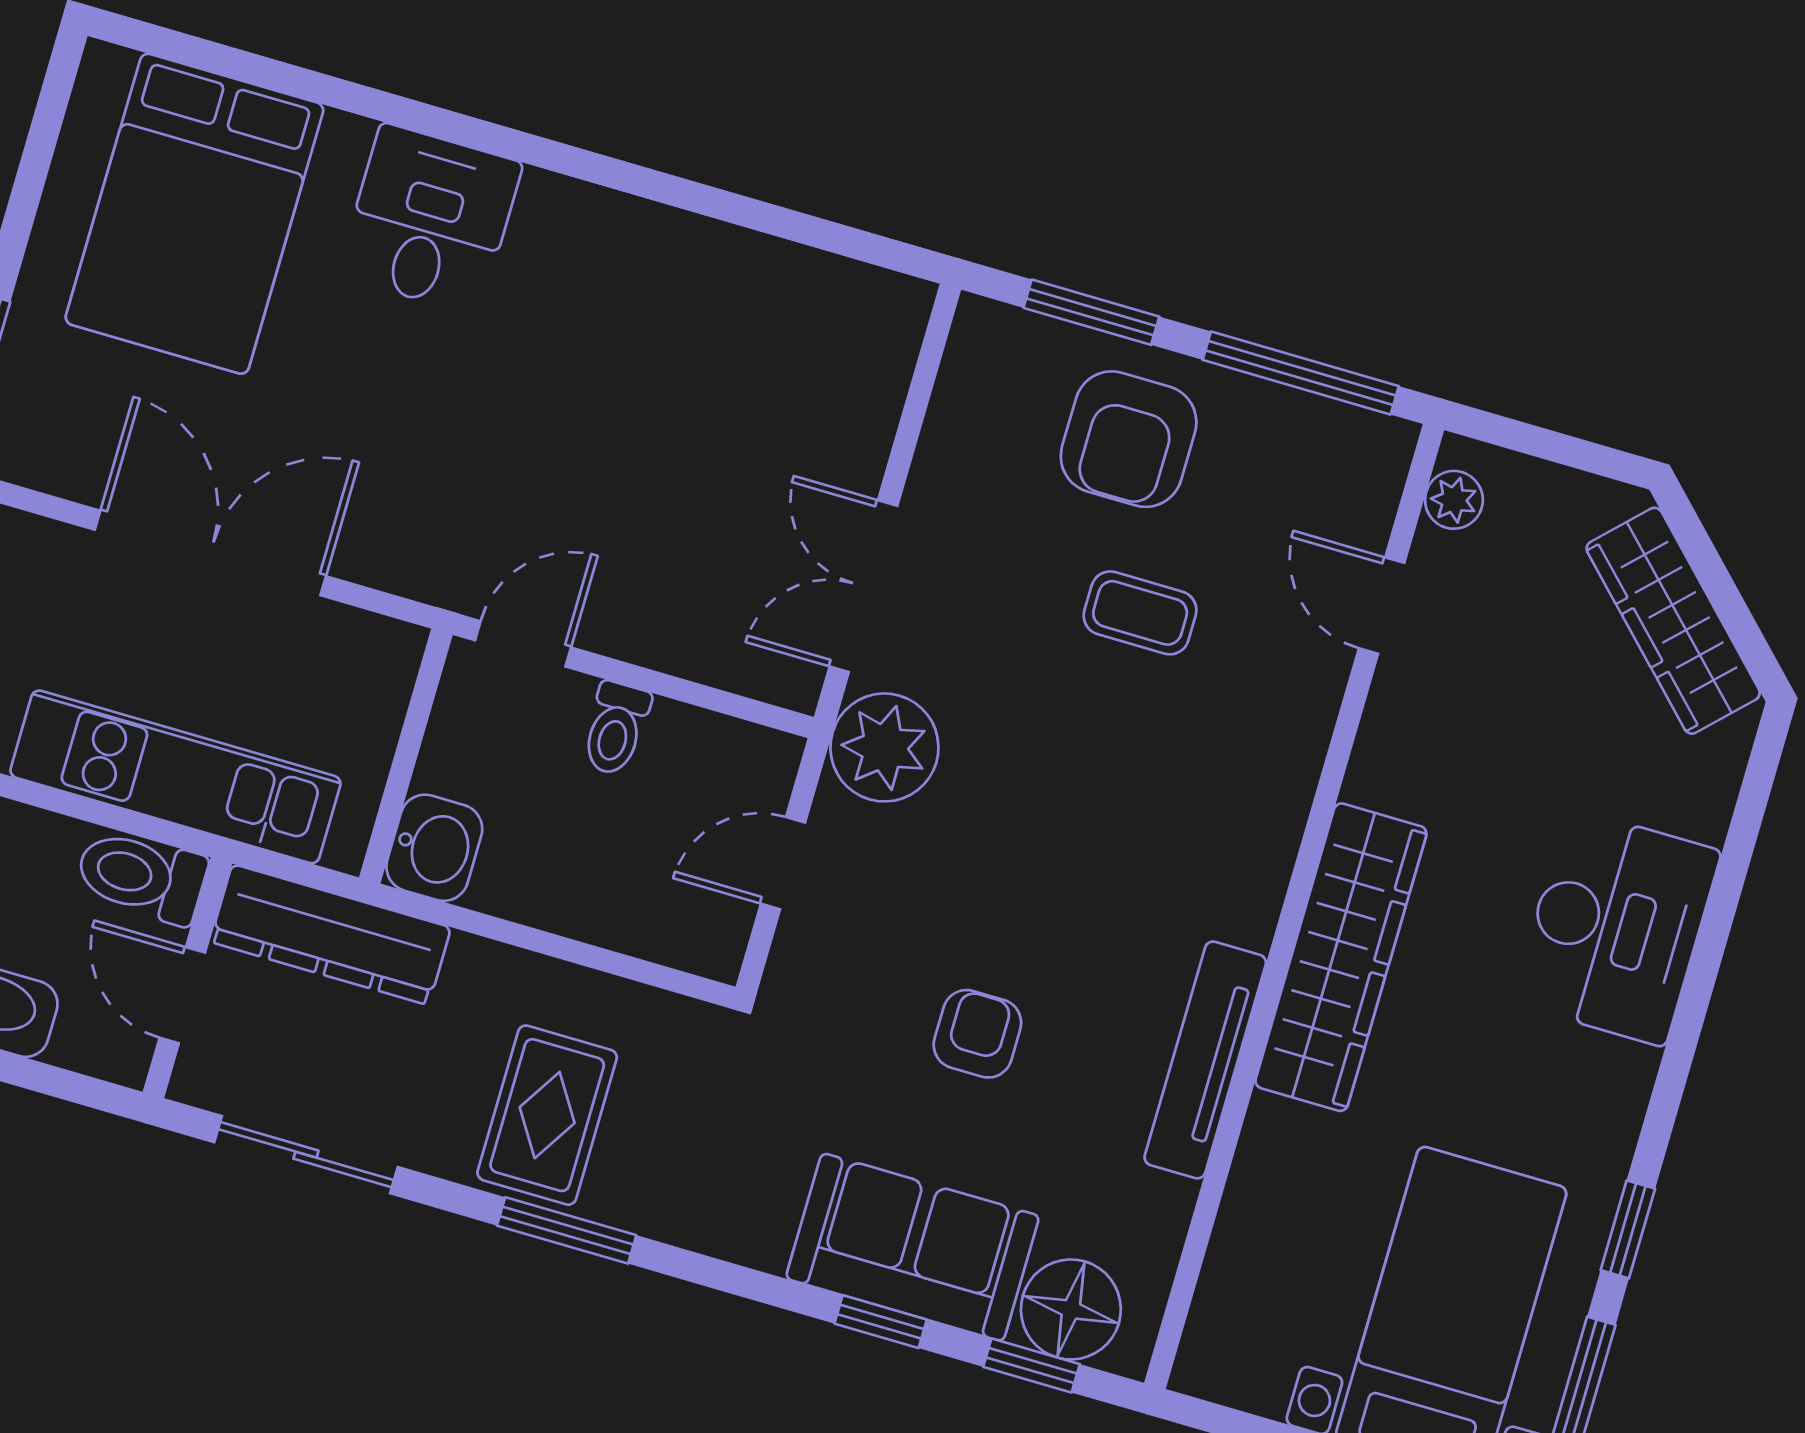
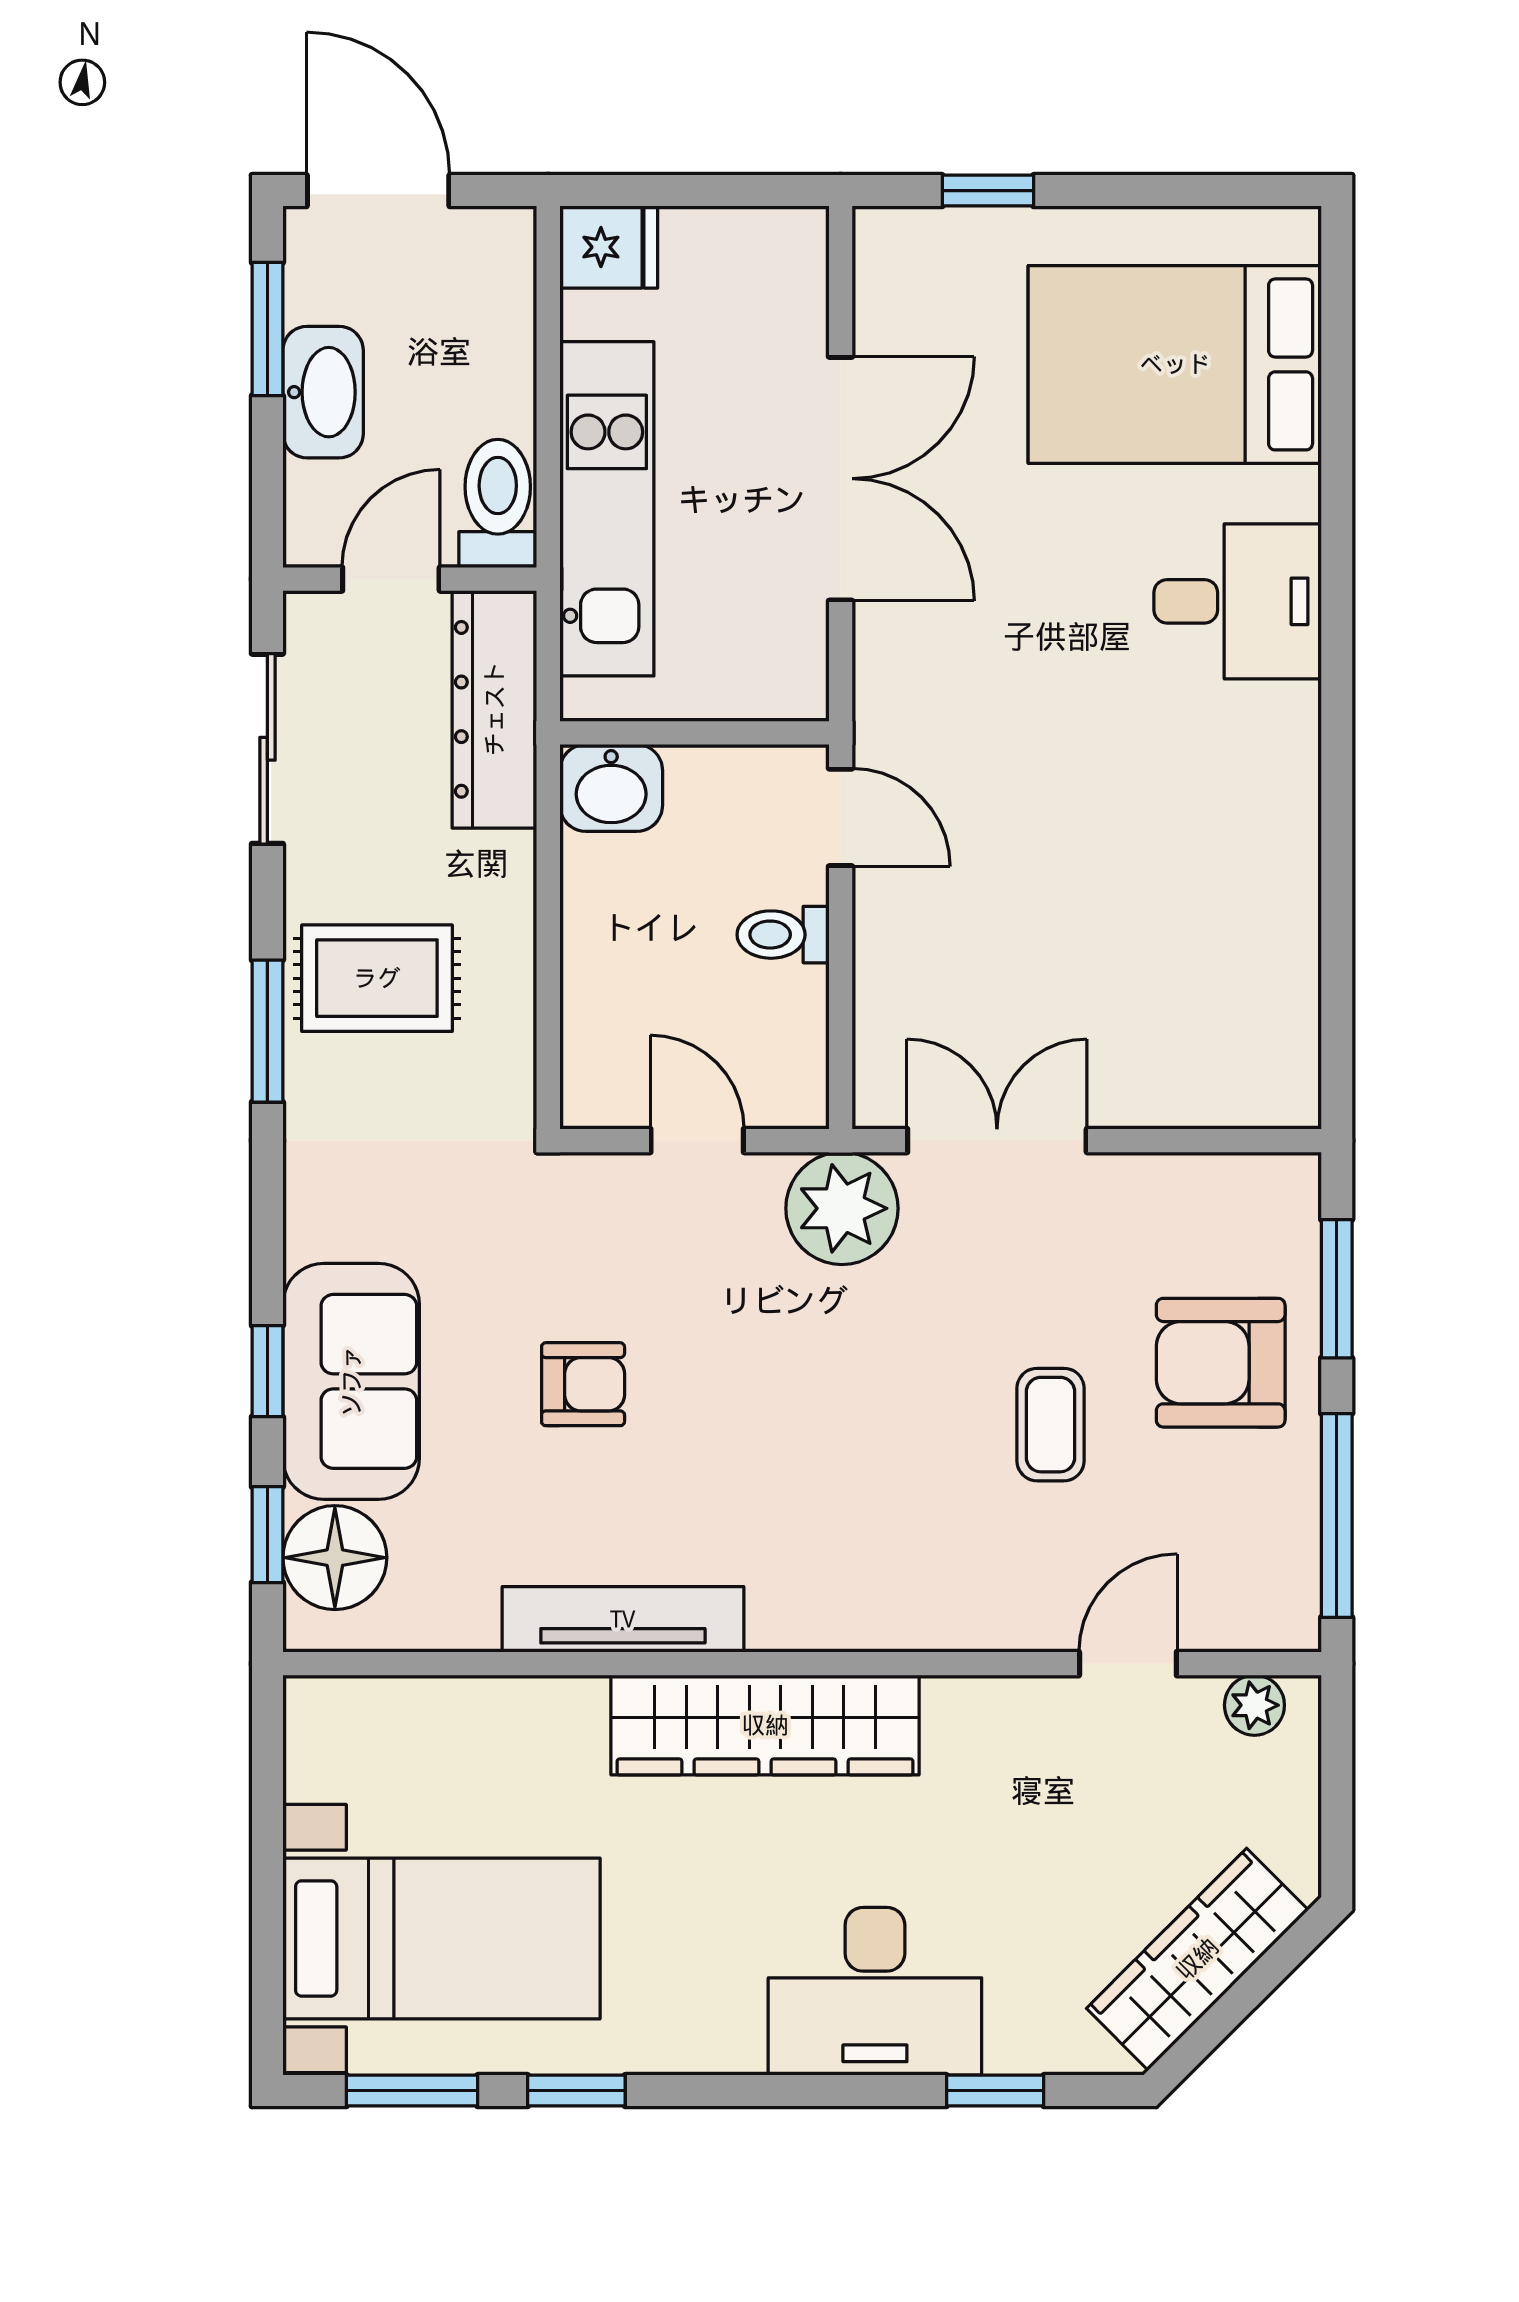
window: (1740, 843) -> (995, 2091), added

